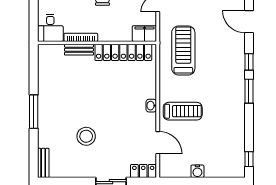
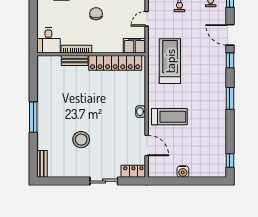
window: (249, 62) -> (230, 60), moved

